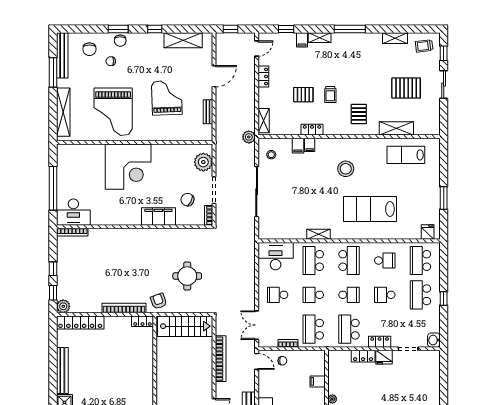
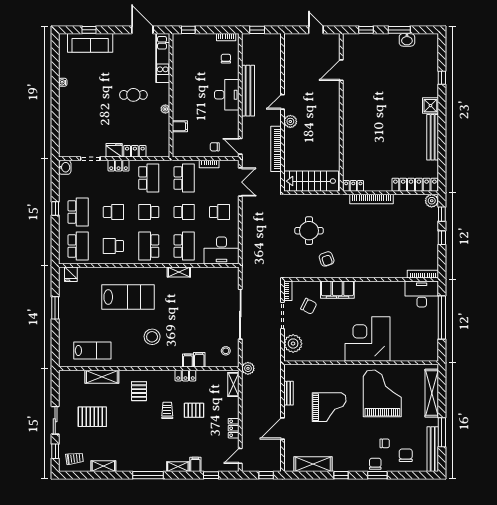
grand piano: (167, 98) -> (329, 407), turned -88
armchair: (159, 301) -> (327, 259), moved
plant: (206, 386) -> (290, 121), added

